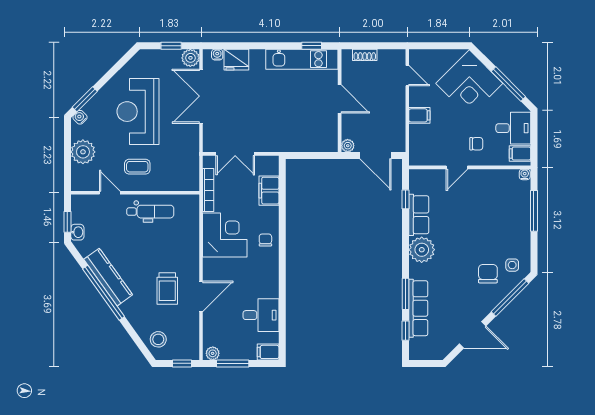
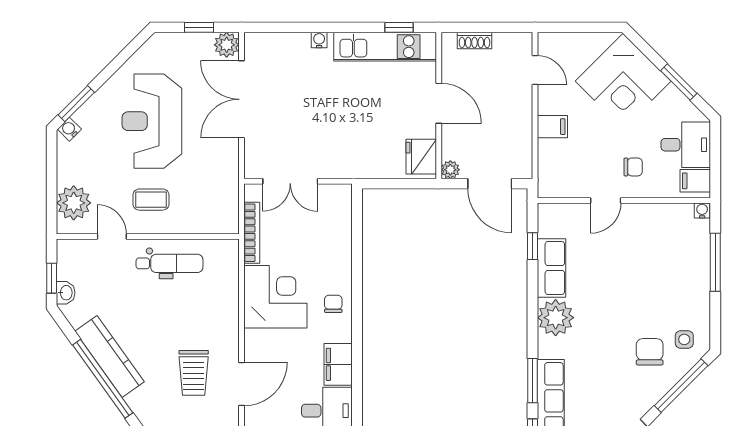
water cooler: (217, 55) -> (319, 40), moved
fridge: (236, 60) -> (421, 157), moved, turned 90
window: (508, 84) -> (679, 82), width x0.69
plant: (83, 152) -> (74, 203), moved
filing cabinet: (269, 191) -> (338, 364), moved

